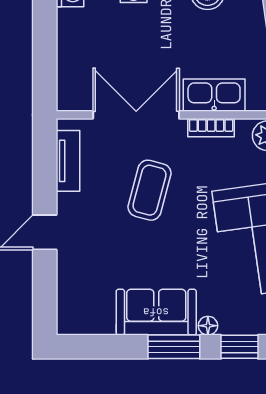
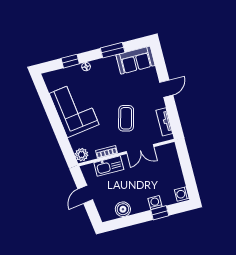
double door: (136, 115) -> (140, 149), width x0.73
sofa: (156, 312) -> (135, 60), moved
window: (174, 347) -> (113, 50), moved

